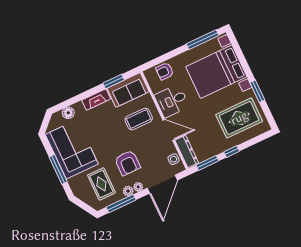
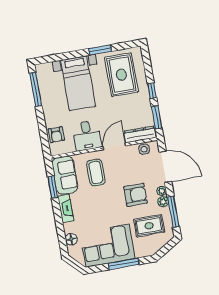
bed with nightstands: (216, 72) -> (78, 83), width x0.73

